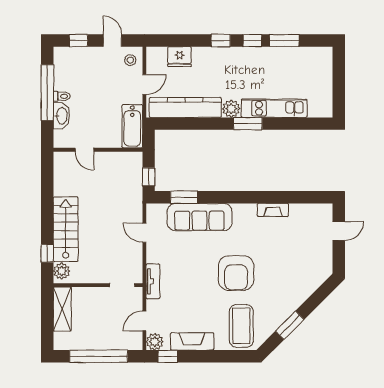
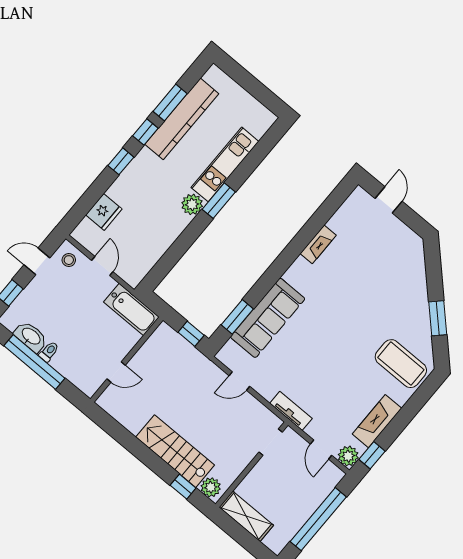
kitchen counter: (185, 107) -> (182, 119), moved, turned 180
washbasin: (61, 116) -> (31, 337), moved
armchair: (236, 273) -> (348, 328), removed

